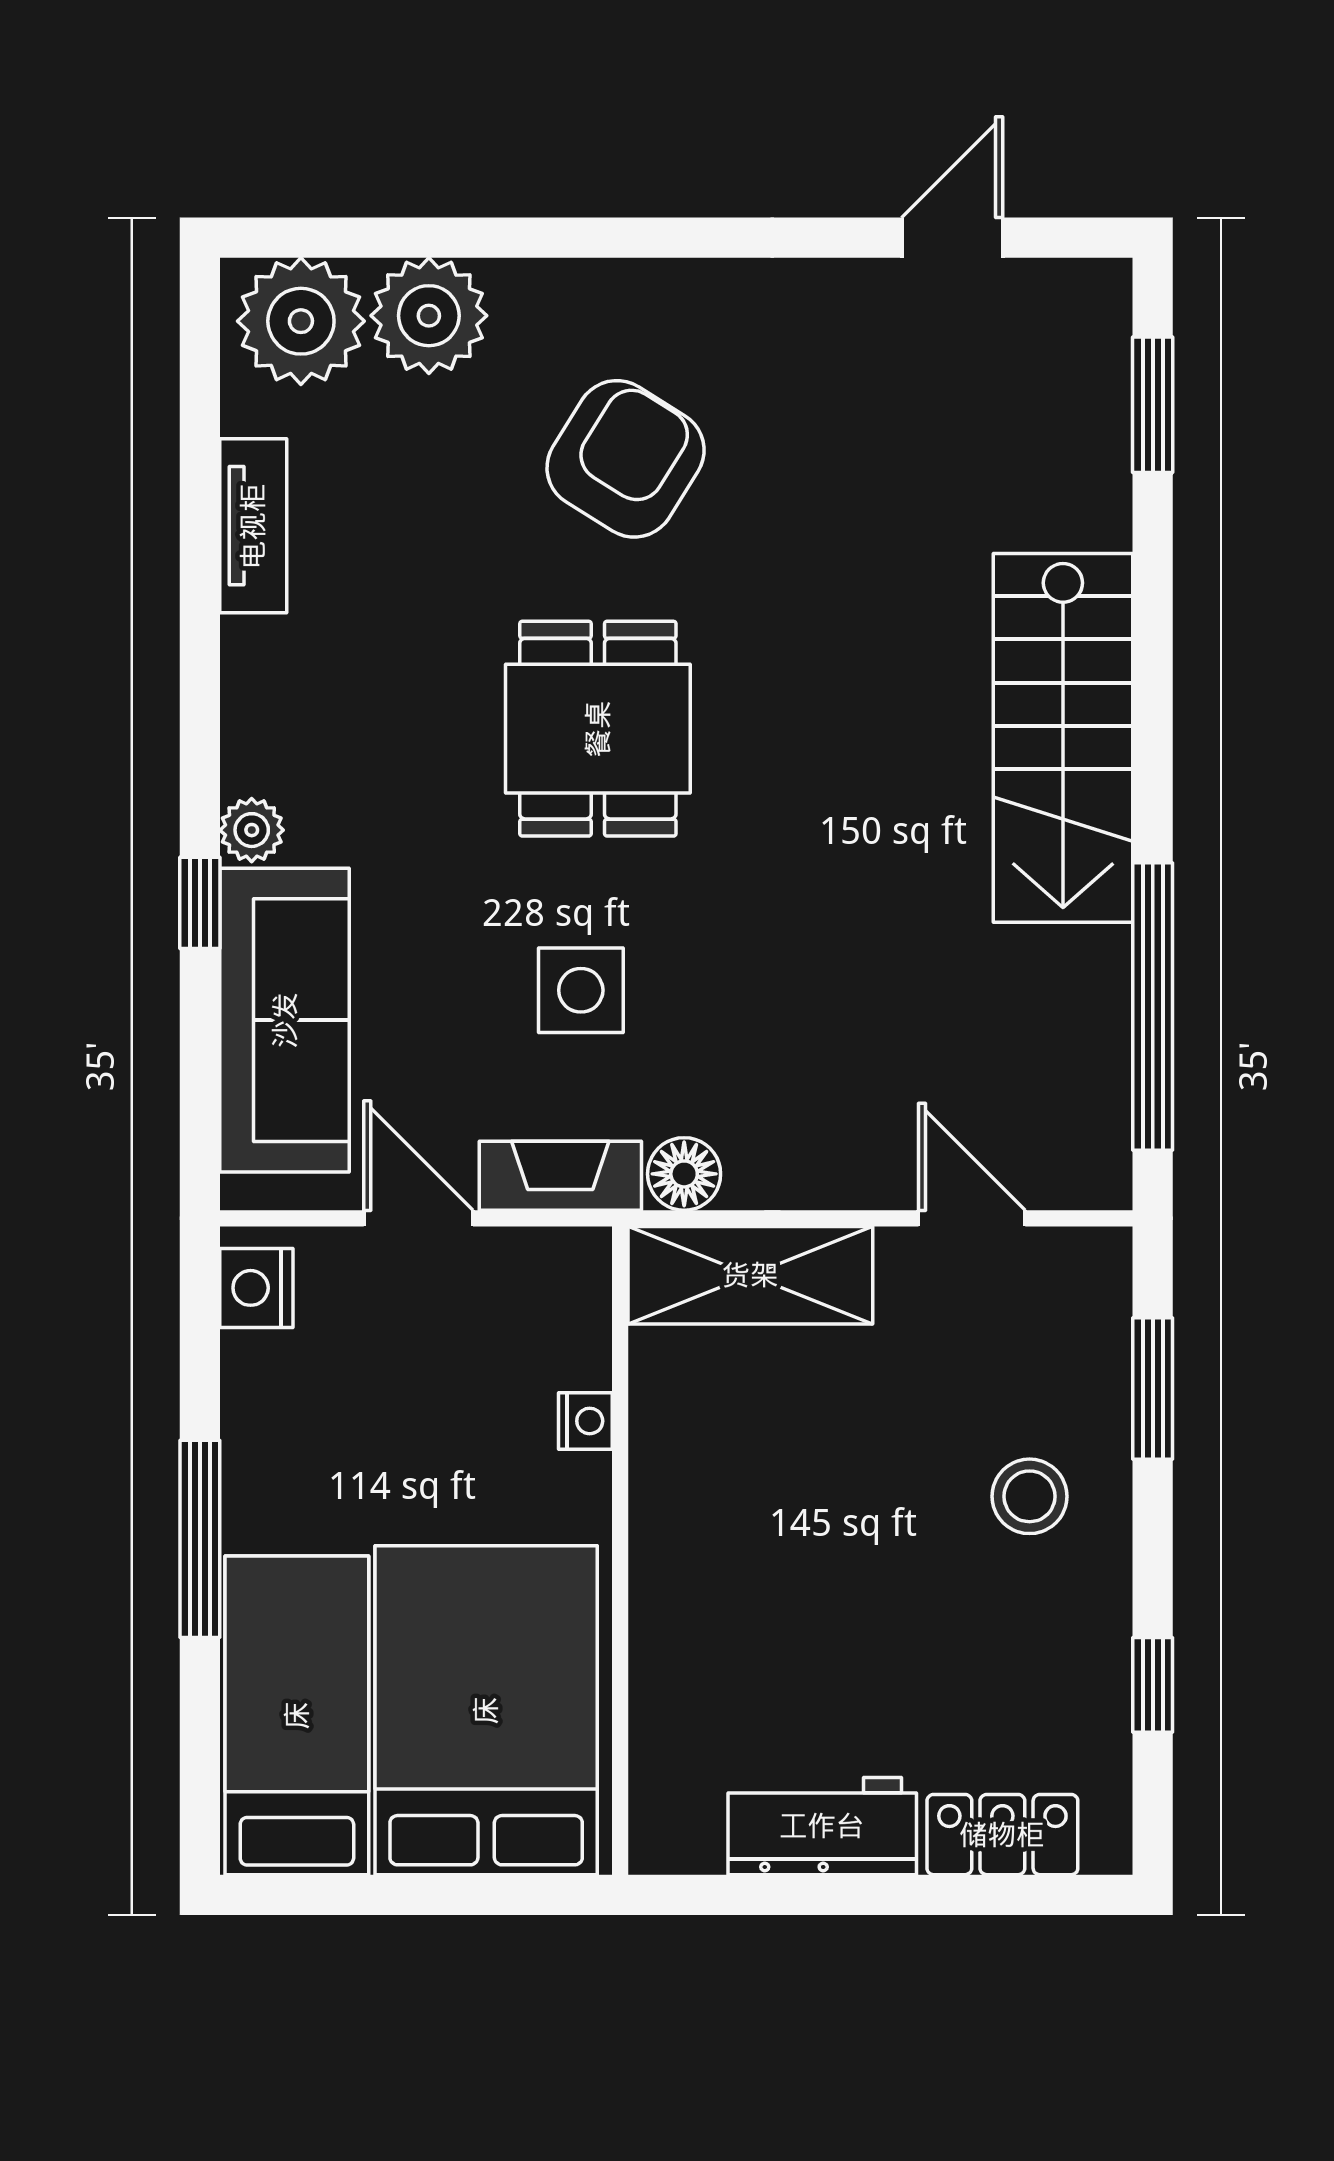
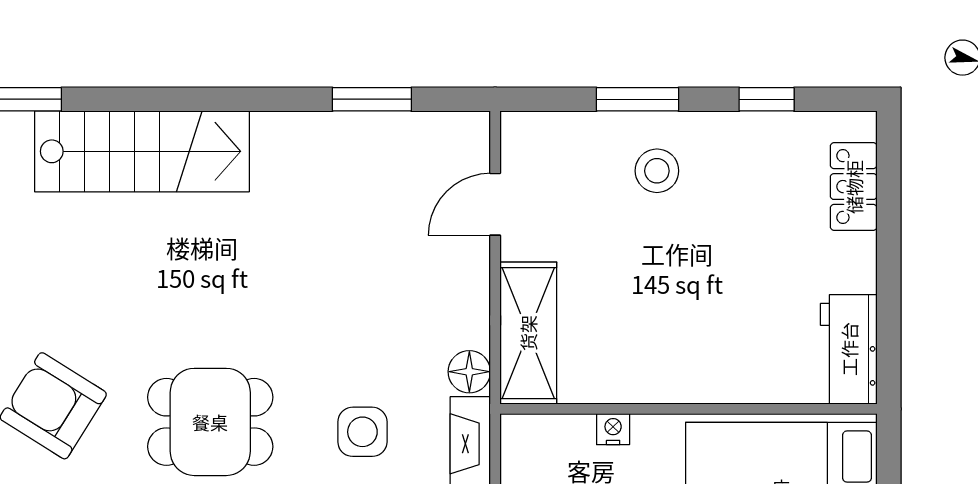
stairs: (1063, 738) -> (142, 151), moved
window: (1153, 1006) -> (372, 99), width x0.47
window: (1153, 1388) -> (637, 99), moved
workbench: (822, 1826) -> (849, 349), moved

